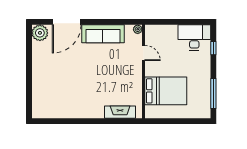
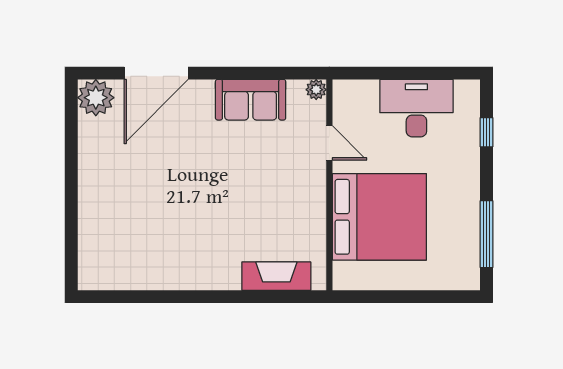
sofa: (103, 34) -> (251, 100), width x0.73
desk: (194, 38) -> (416, 108), moved
bed: (166, 91) -> (379, 217), width x1.36

